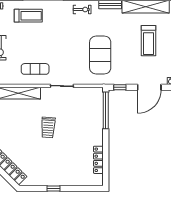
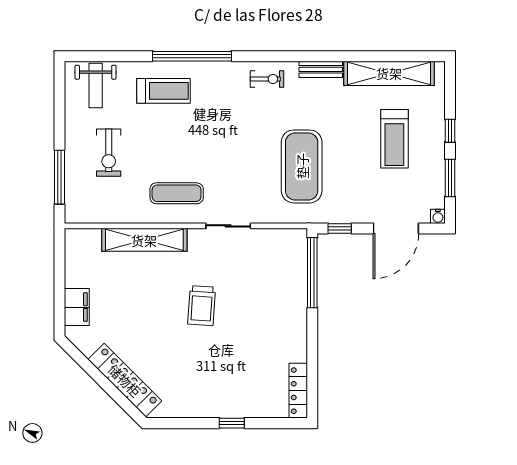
locker: (98, 160) -> (298, 391), moved
window: (53, 189) -> (232, 423), moved

